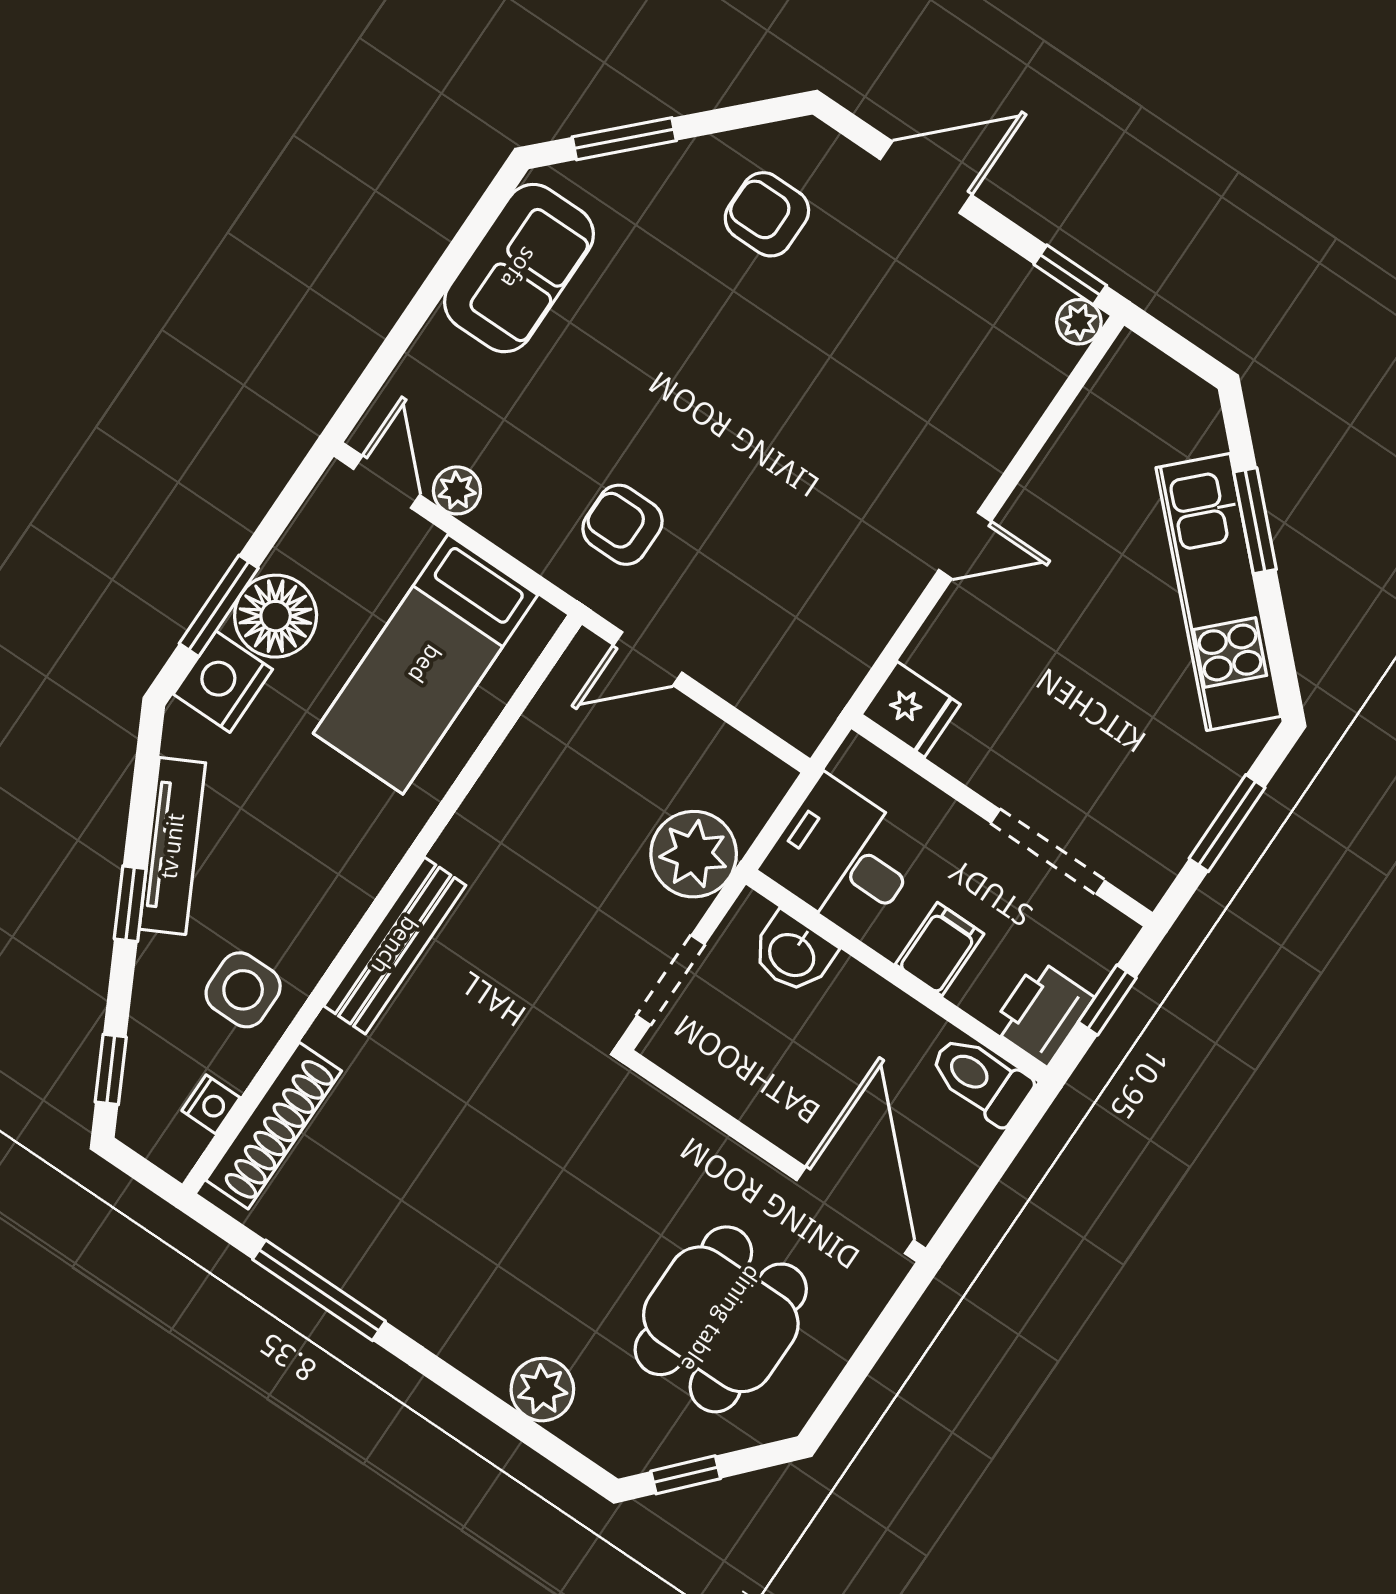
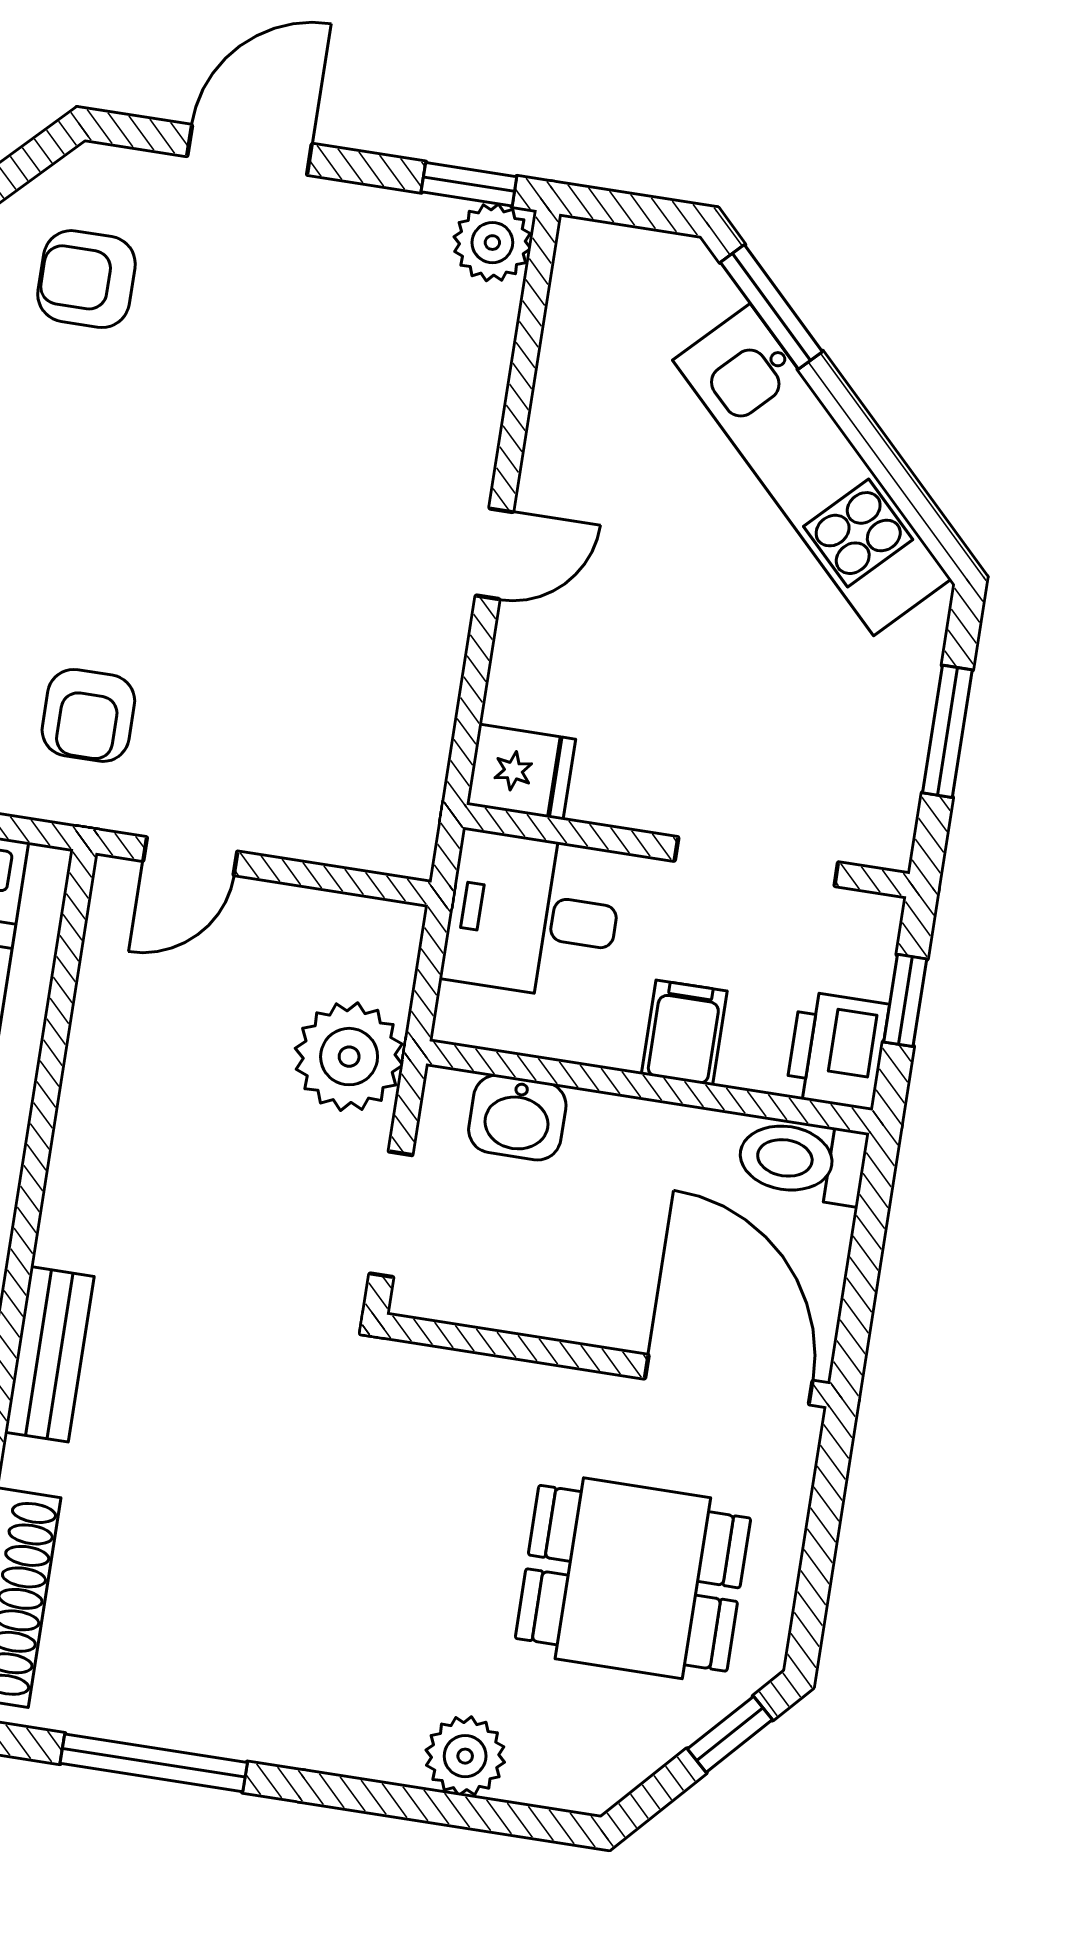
plant: (1079, 322) -> (492, 243), width x1.38, depth x1.38
window: (1255, 521) -> (771, 307), moved
armchair: (623, 525) -> (88, 715), turned -90
desk: (843, 857) -> (533, 916), moved
bench: (395, 946) -> (49, 1354), width x0.73
dining table: (721, 1319) -> (633, 1578), turned 90
window: (686, 1475) -> (730, 1734), moved

